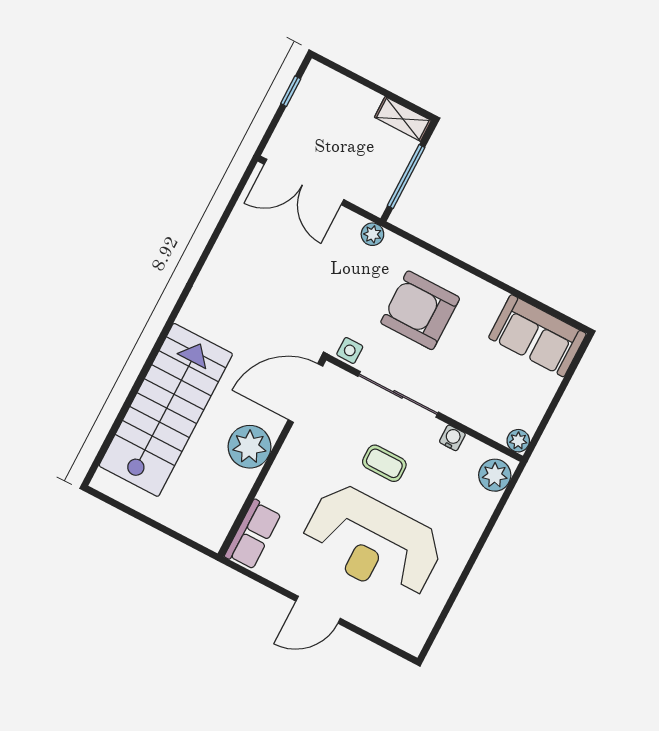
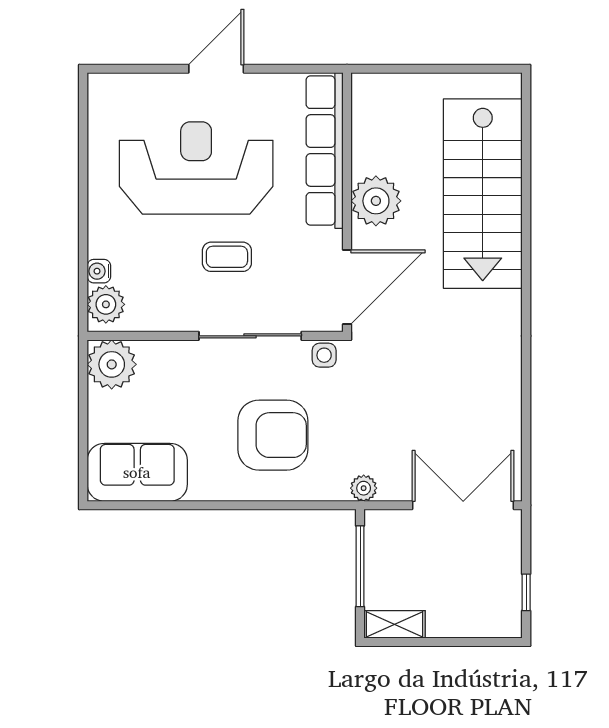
water cooler: (452, 438) -> (99, 271), moved, turned 90
plant: (518, 441) -> (112, 364), width x1.88, depth x1.88
row of seats: (253, 535) -> (325, 150), width x2.02

